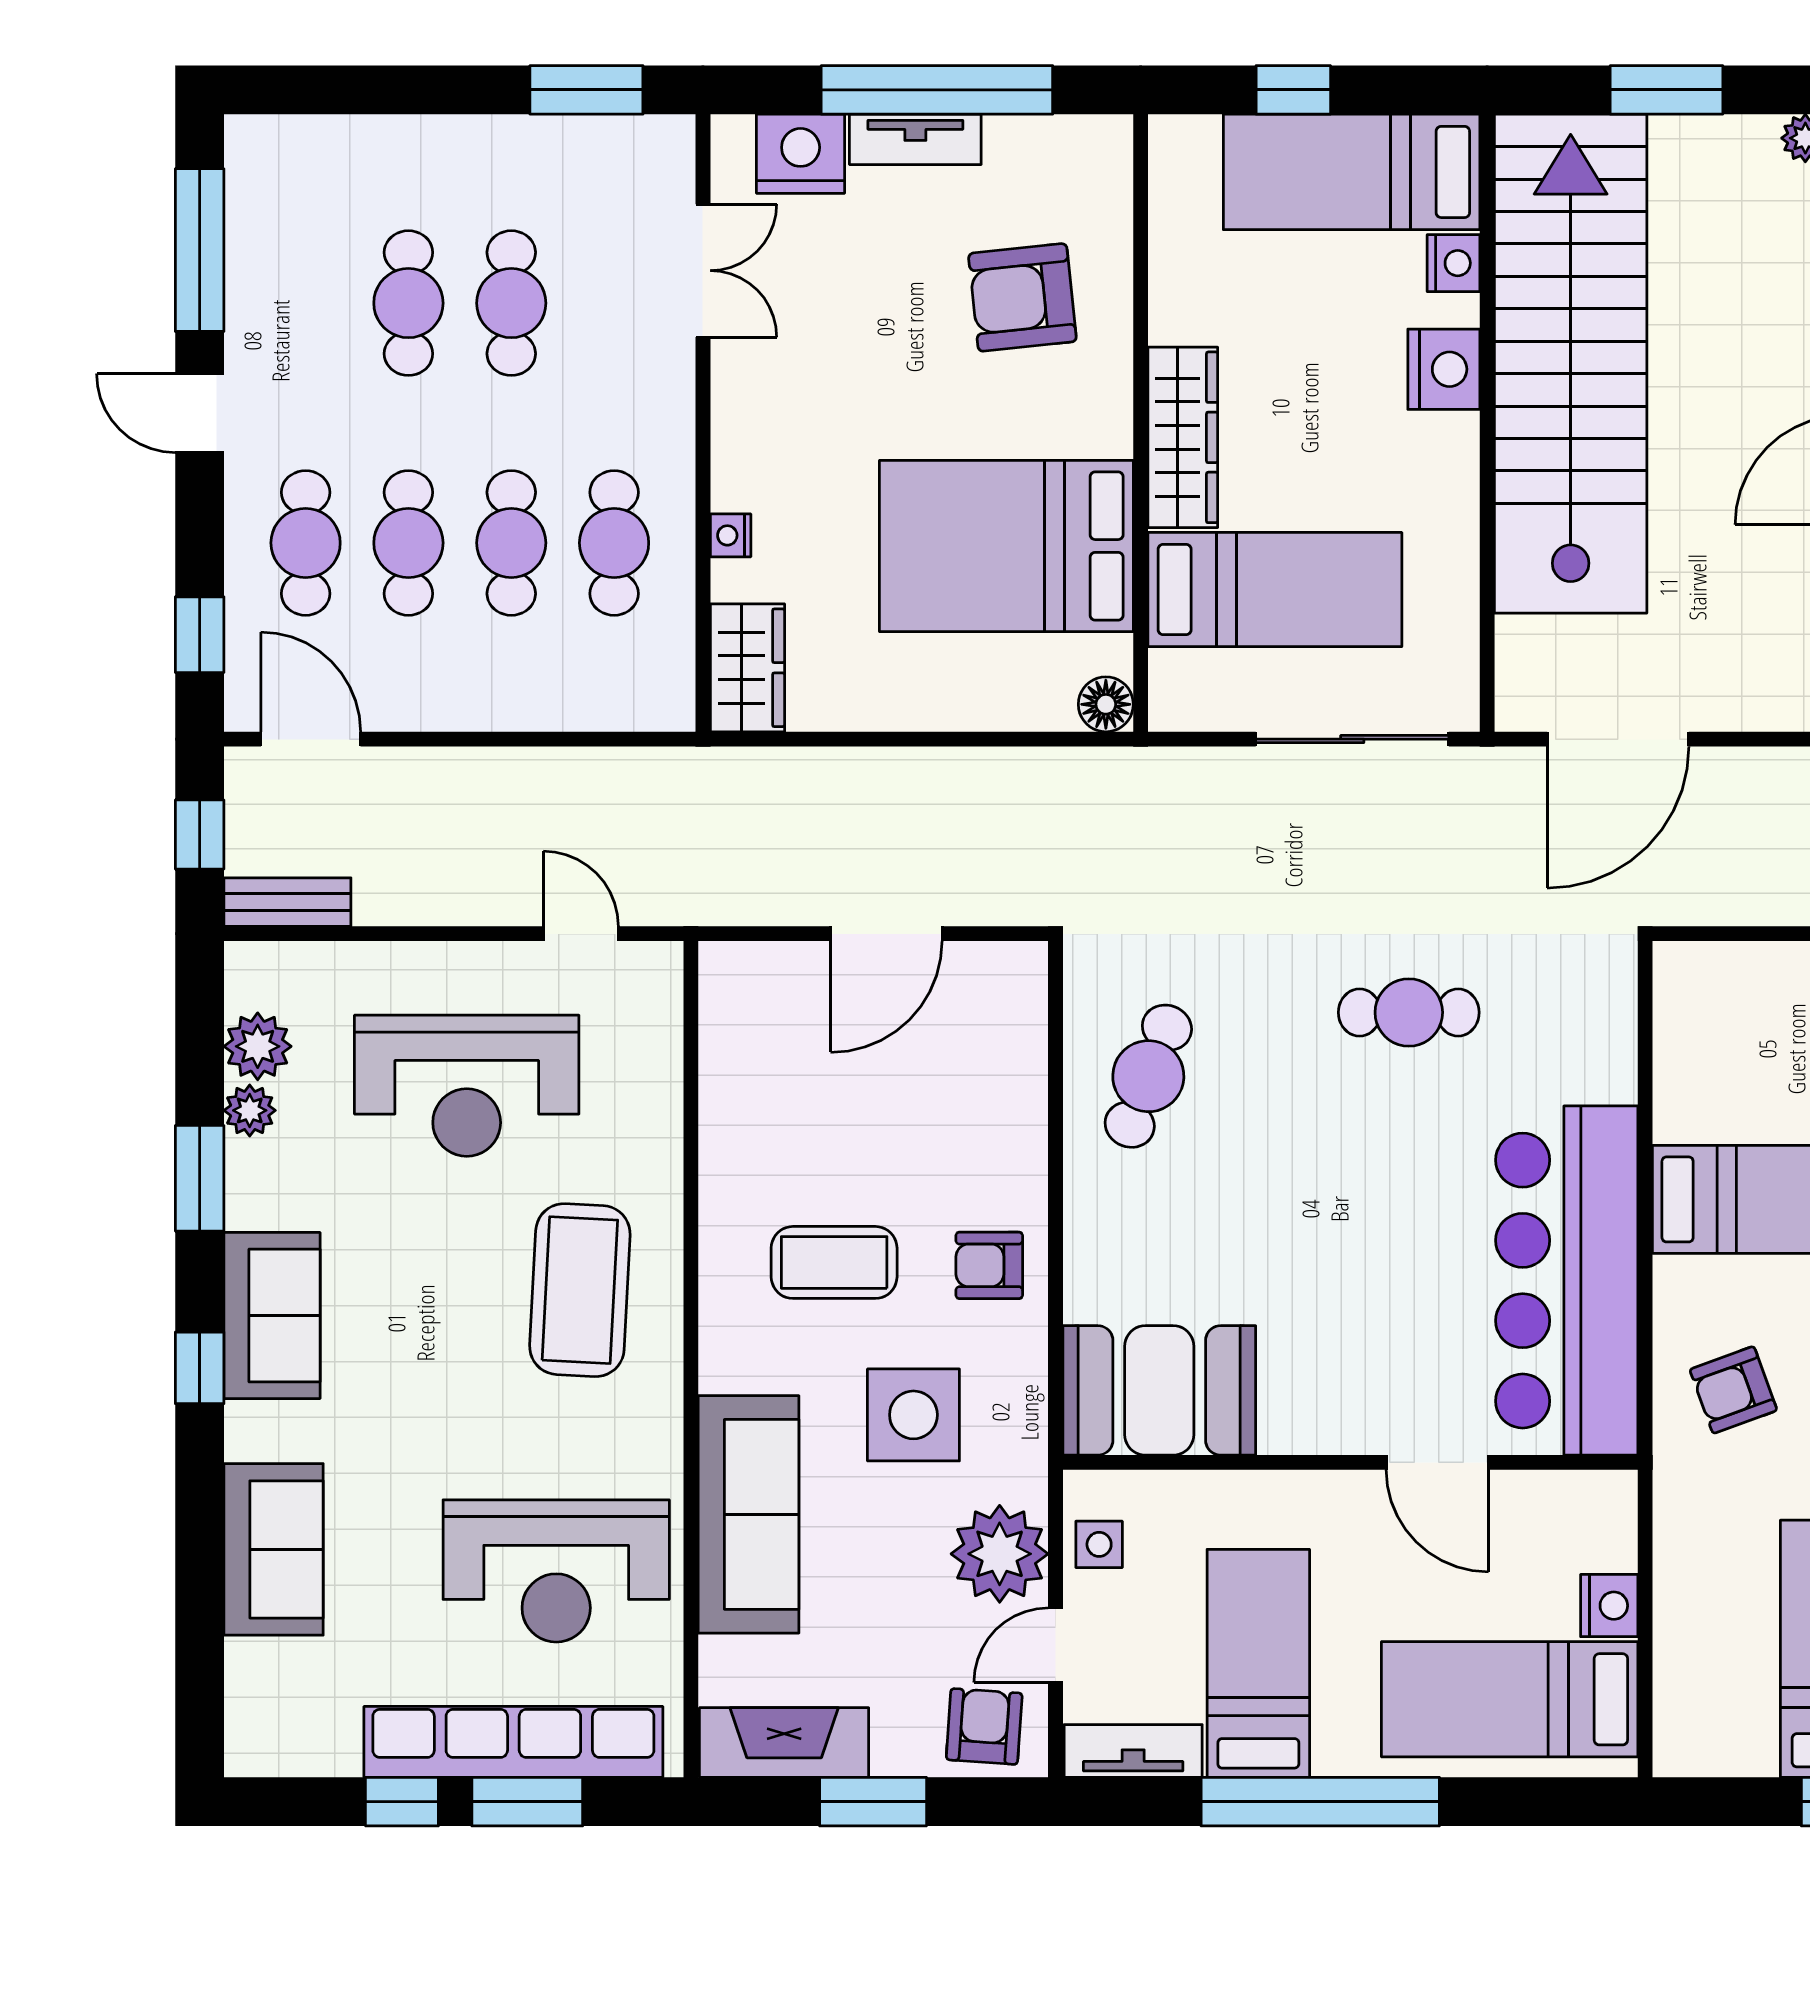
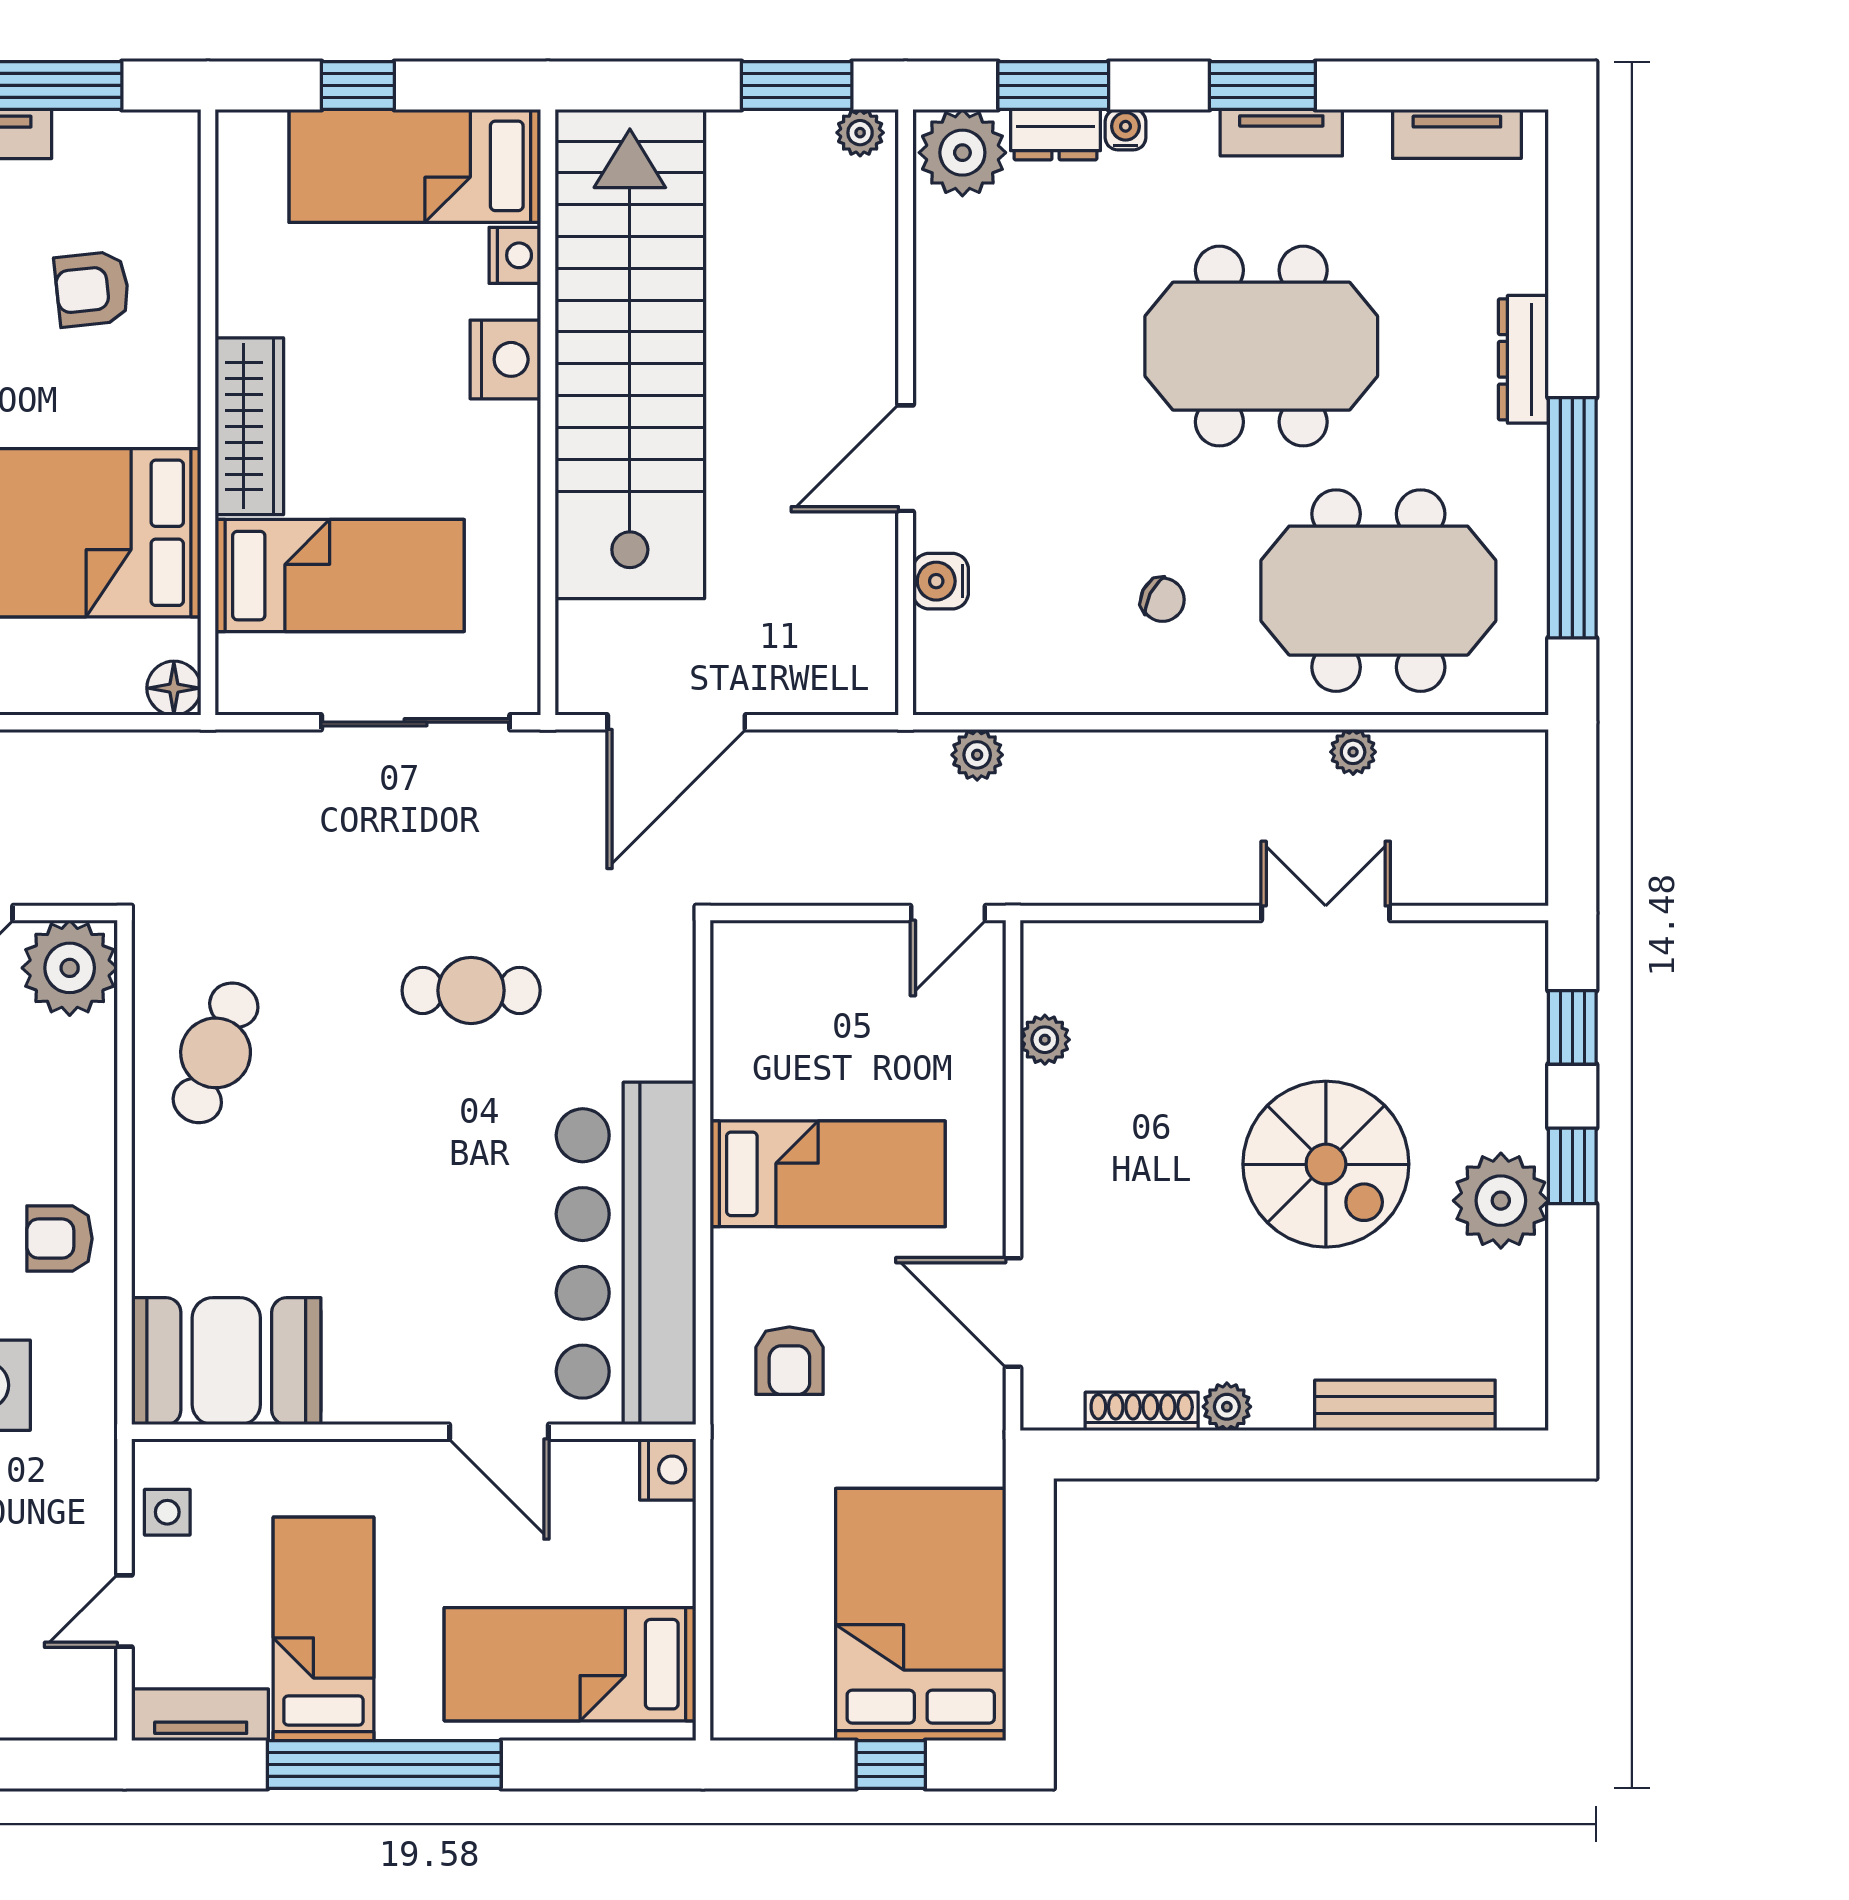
window: (1666, 90) -> (797, 85), moved
armchair: (1022, 297) -> (92, 289), width x0.72, depth x0.72
armchair: (1733, 1390) -> (789, 1361), turned -70
plant: (1000, 1554) -> (70, 968), moved
nightstand: (1609, 1606) -> (668, 1469), moved
armchair: (984, 1726) -> (55, 1691), removed

